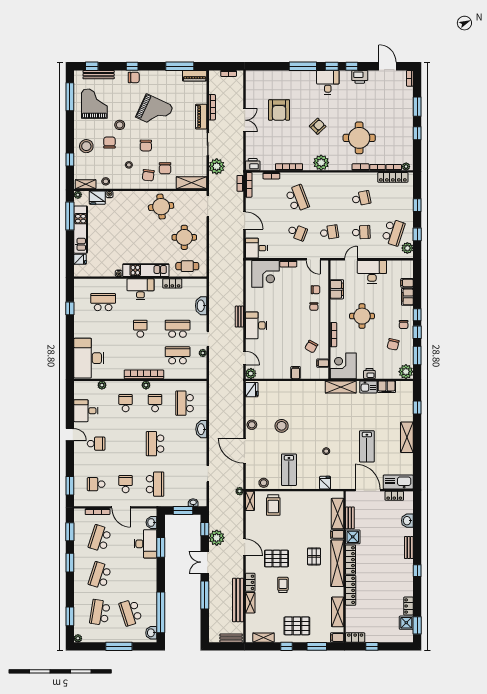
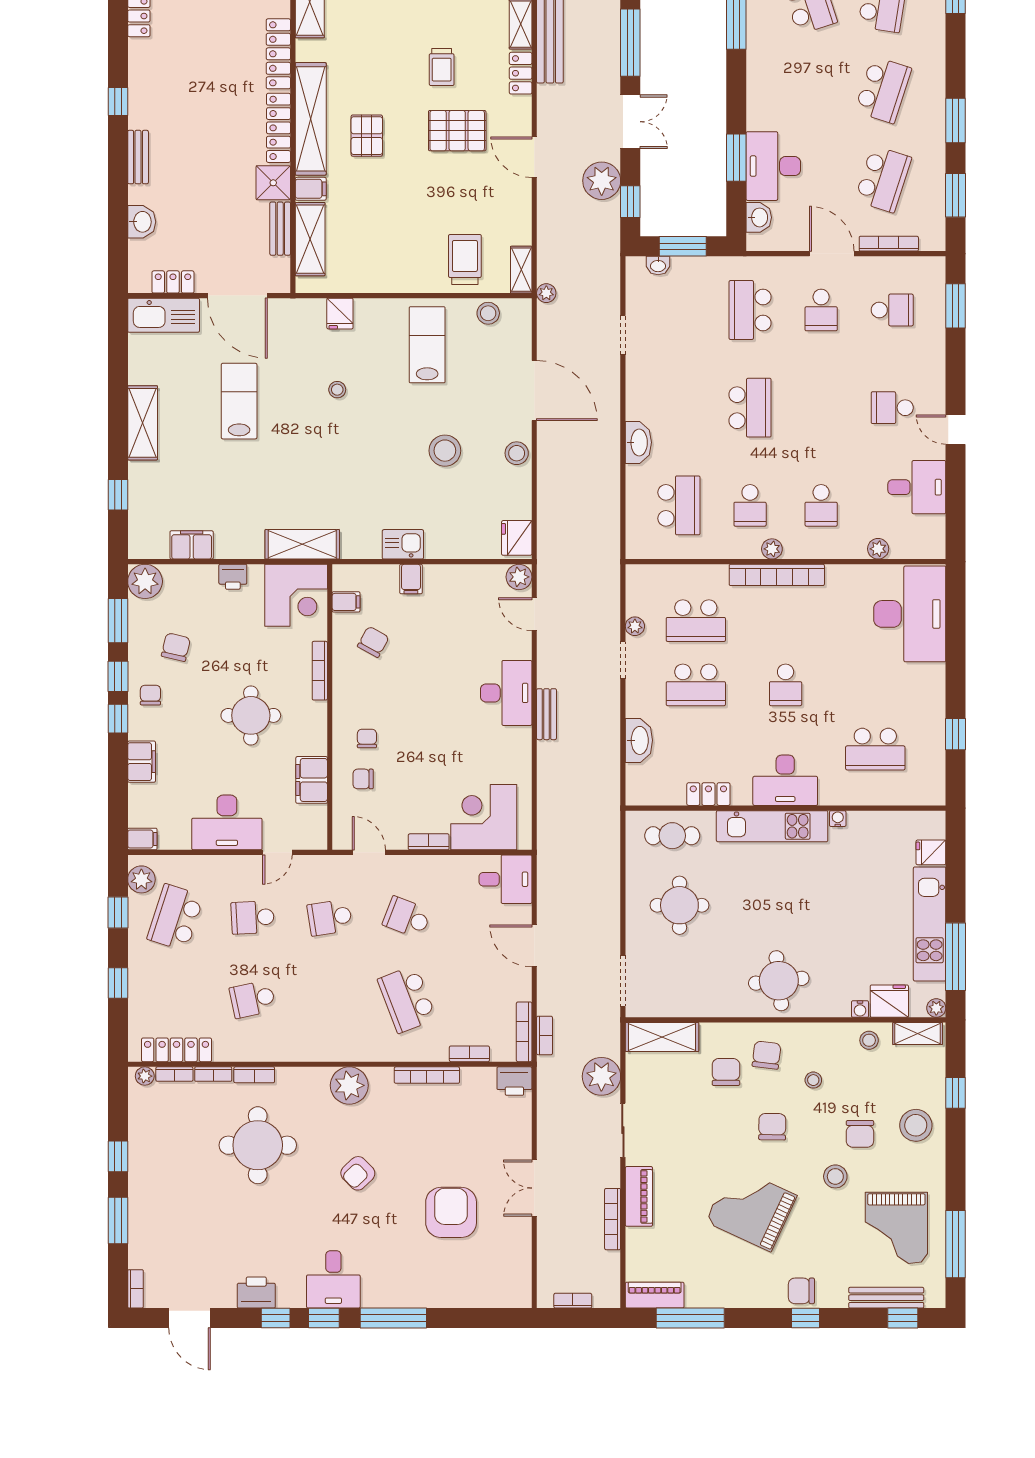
round table: (161, 207) -> (779, 981), moved
filing cabinet: (407, 283) -> (142, 839), moved
kitchen sink: (368, 387) -> (403, 544), moved

